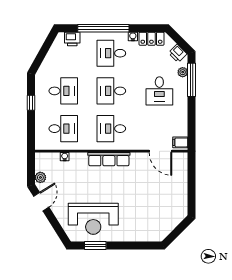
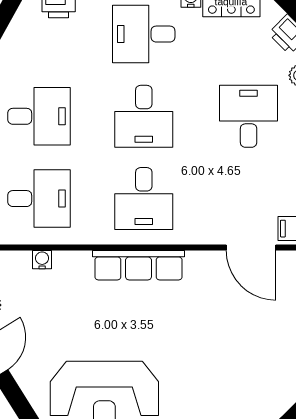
desk: (111, 91) -> (144, 116), turned -90
desk: (159, 91) -> (249, 116), turned 180
desk: (111, 129) -> (144, 199), turned -90

